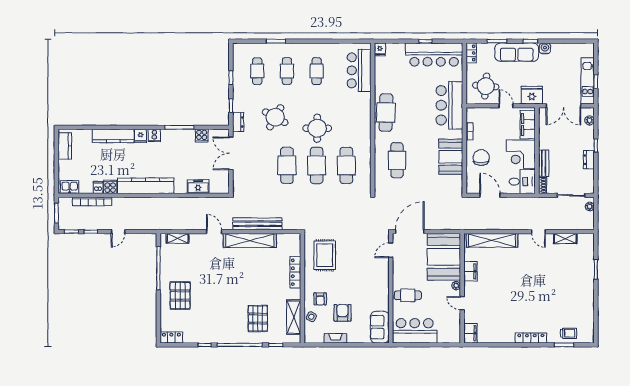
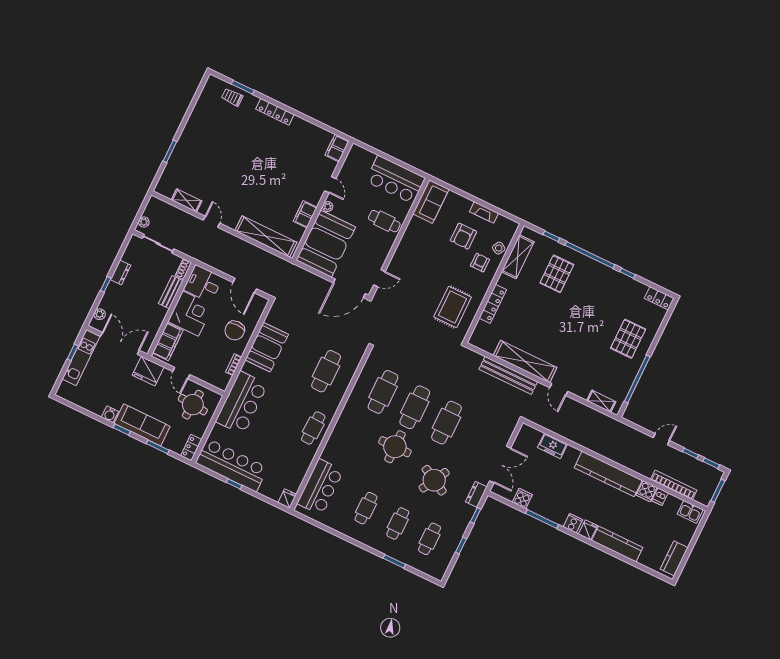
cafe table: (386, 113) -> (313, 428), width x0.73, depth x0.74

